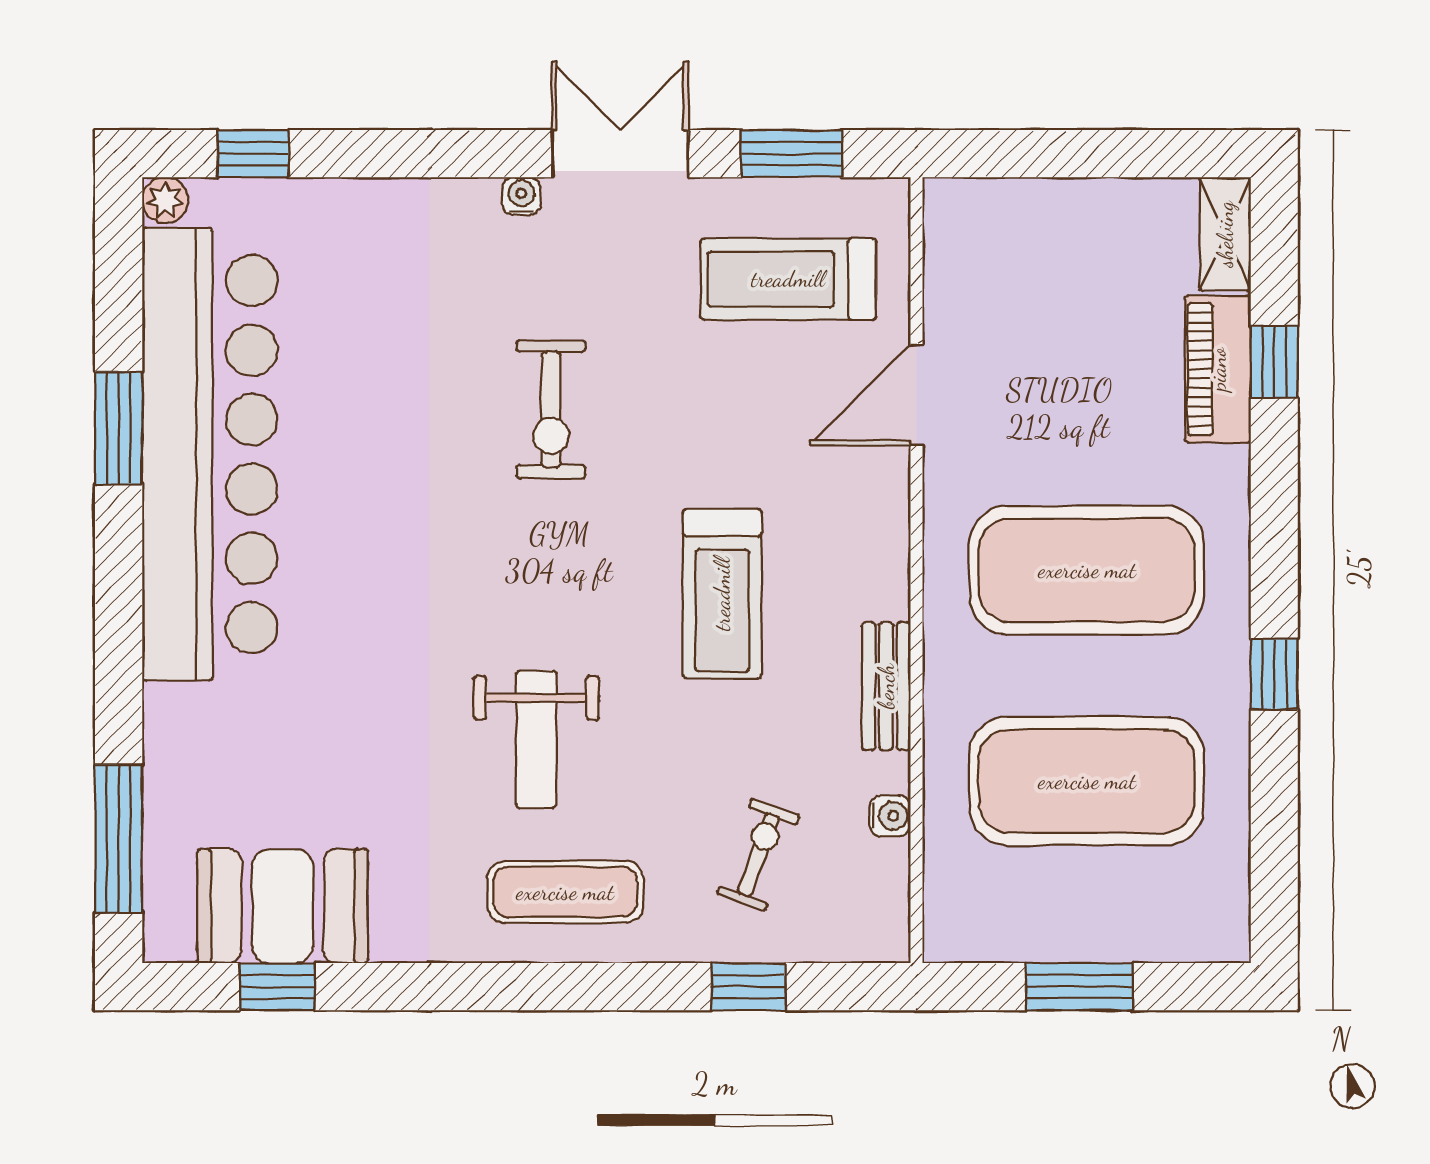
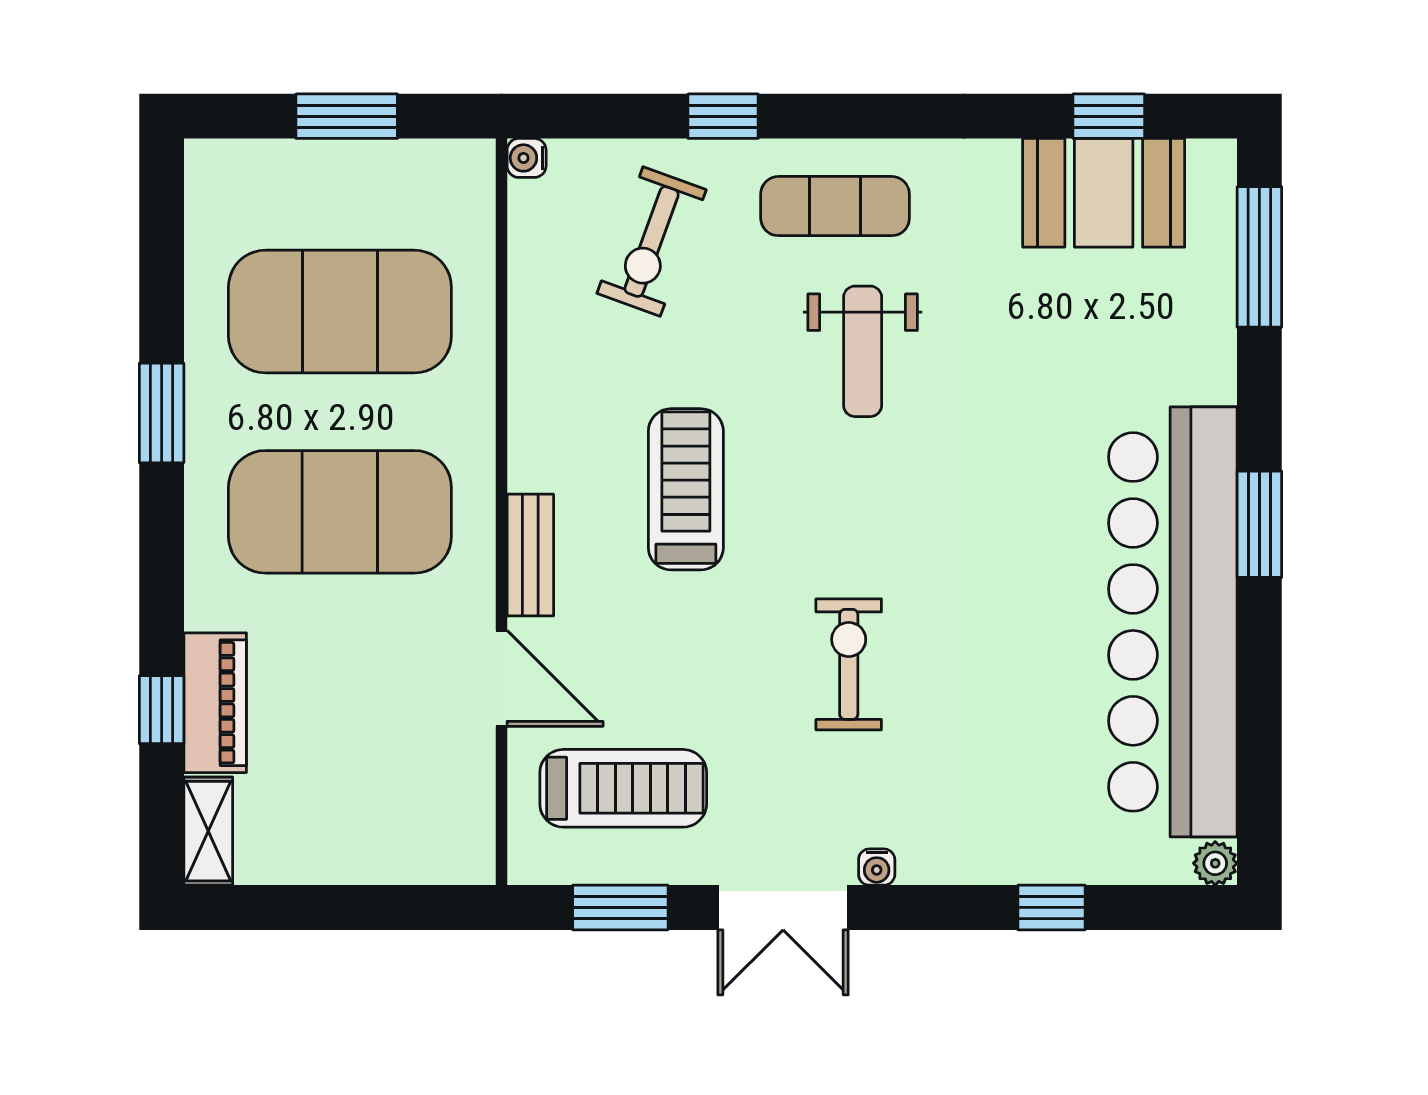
window: (253, 154) -> (1052, 907), moved
door: (916, 395) -> (502, 678), hinge flipped
window: (119, 428) -> (1259, 524), moved
window: (1274, 674) -> (162, 413), width x1.50
bench: (886, 686) -> (530, 555), moved
weight bench: (536, 739) -> (863, 351), turned 180
water cooler: (890, 816) -> (527, 158), moved
exercise bike: (758, 855) -> (652, 242), width x1.38, depth x1.39
window: (749, 987) -> (723, 116), moved

